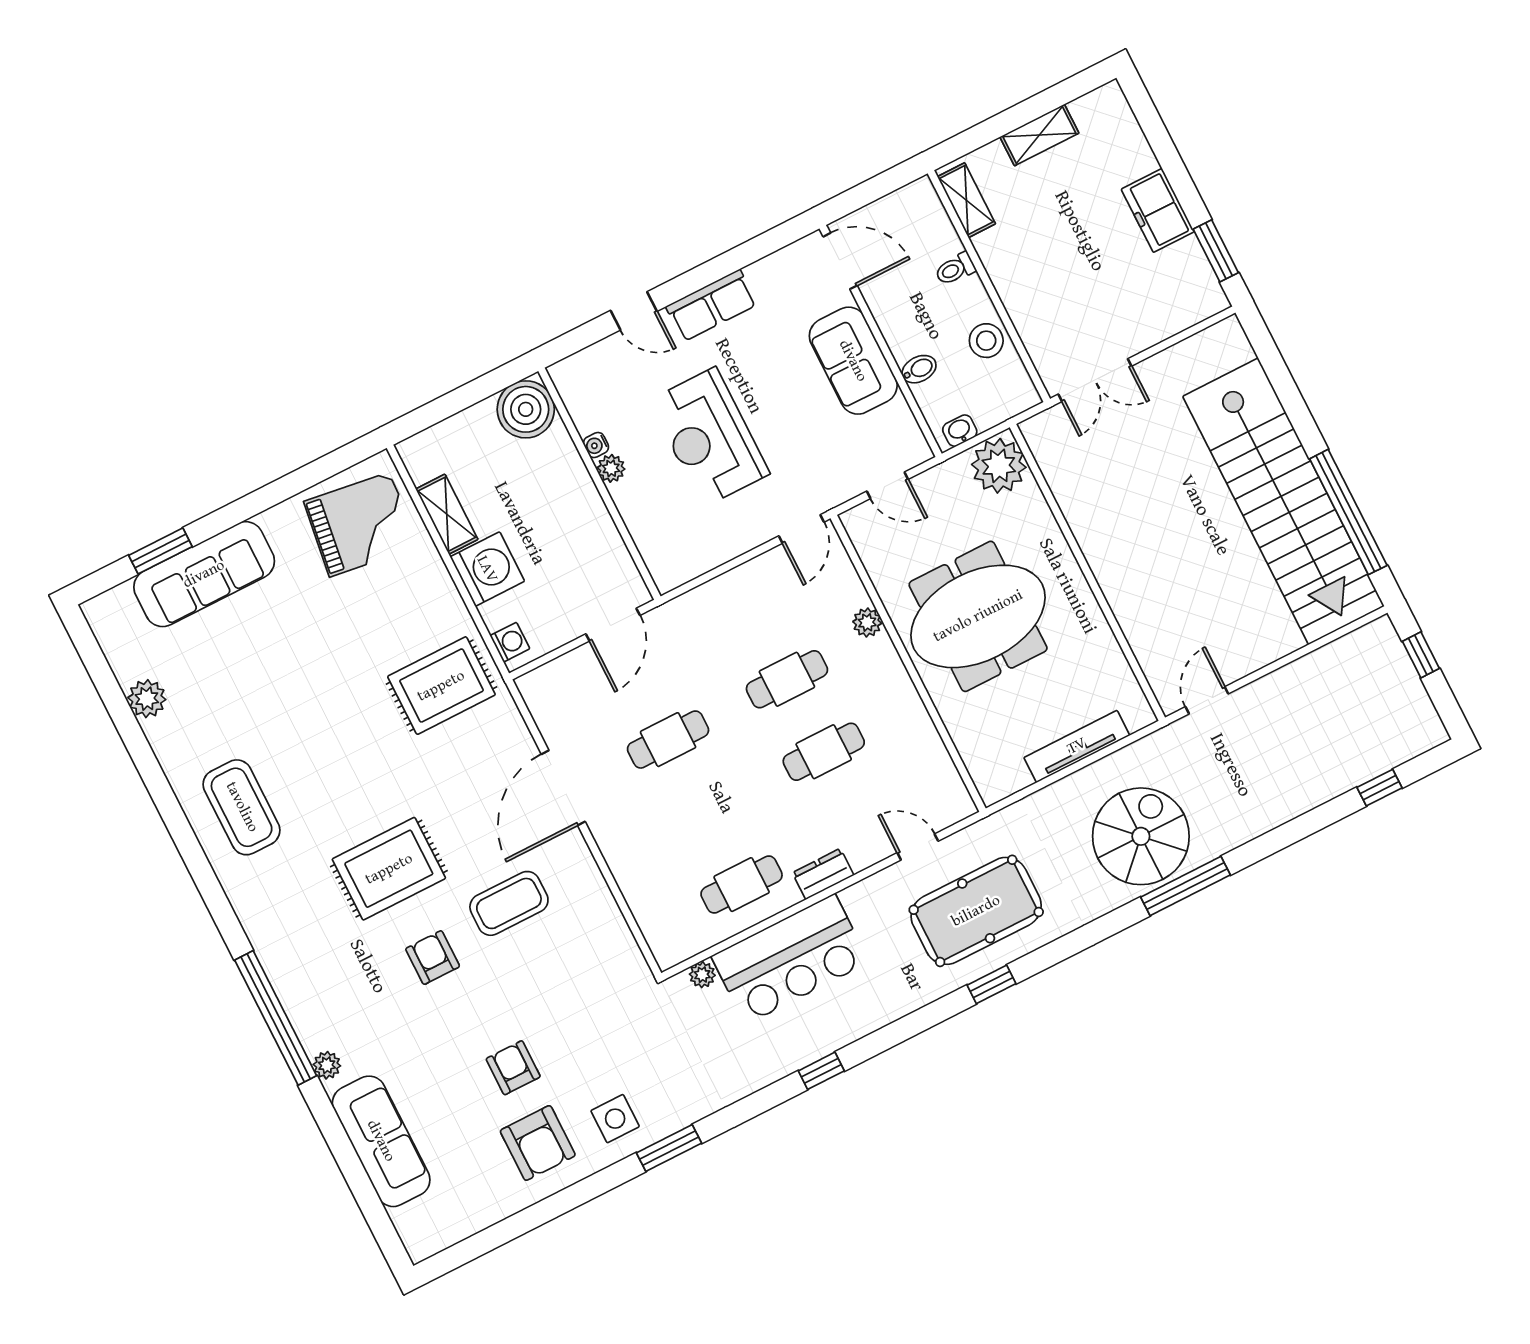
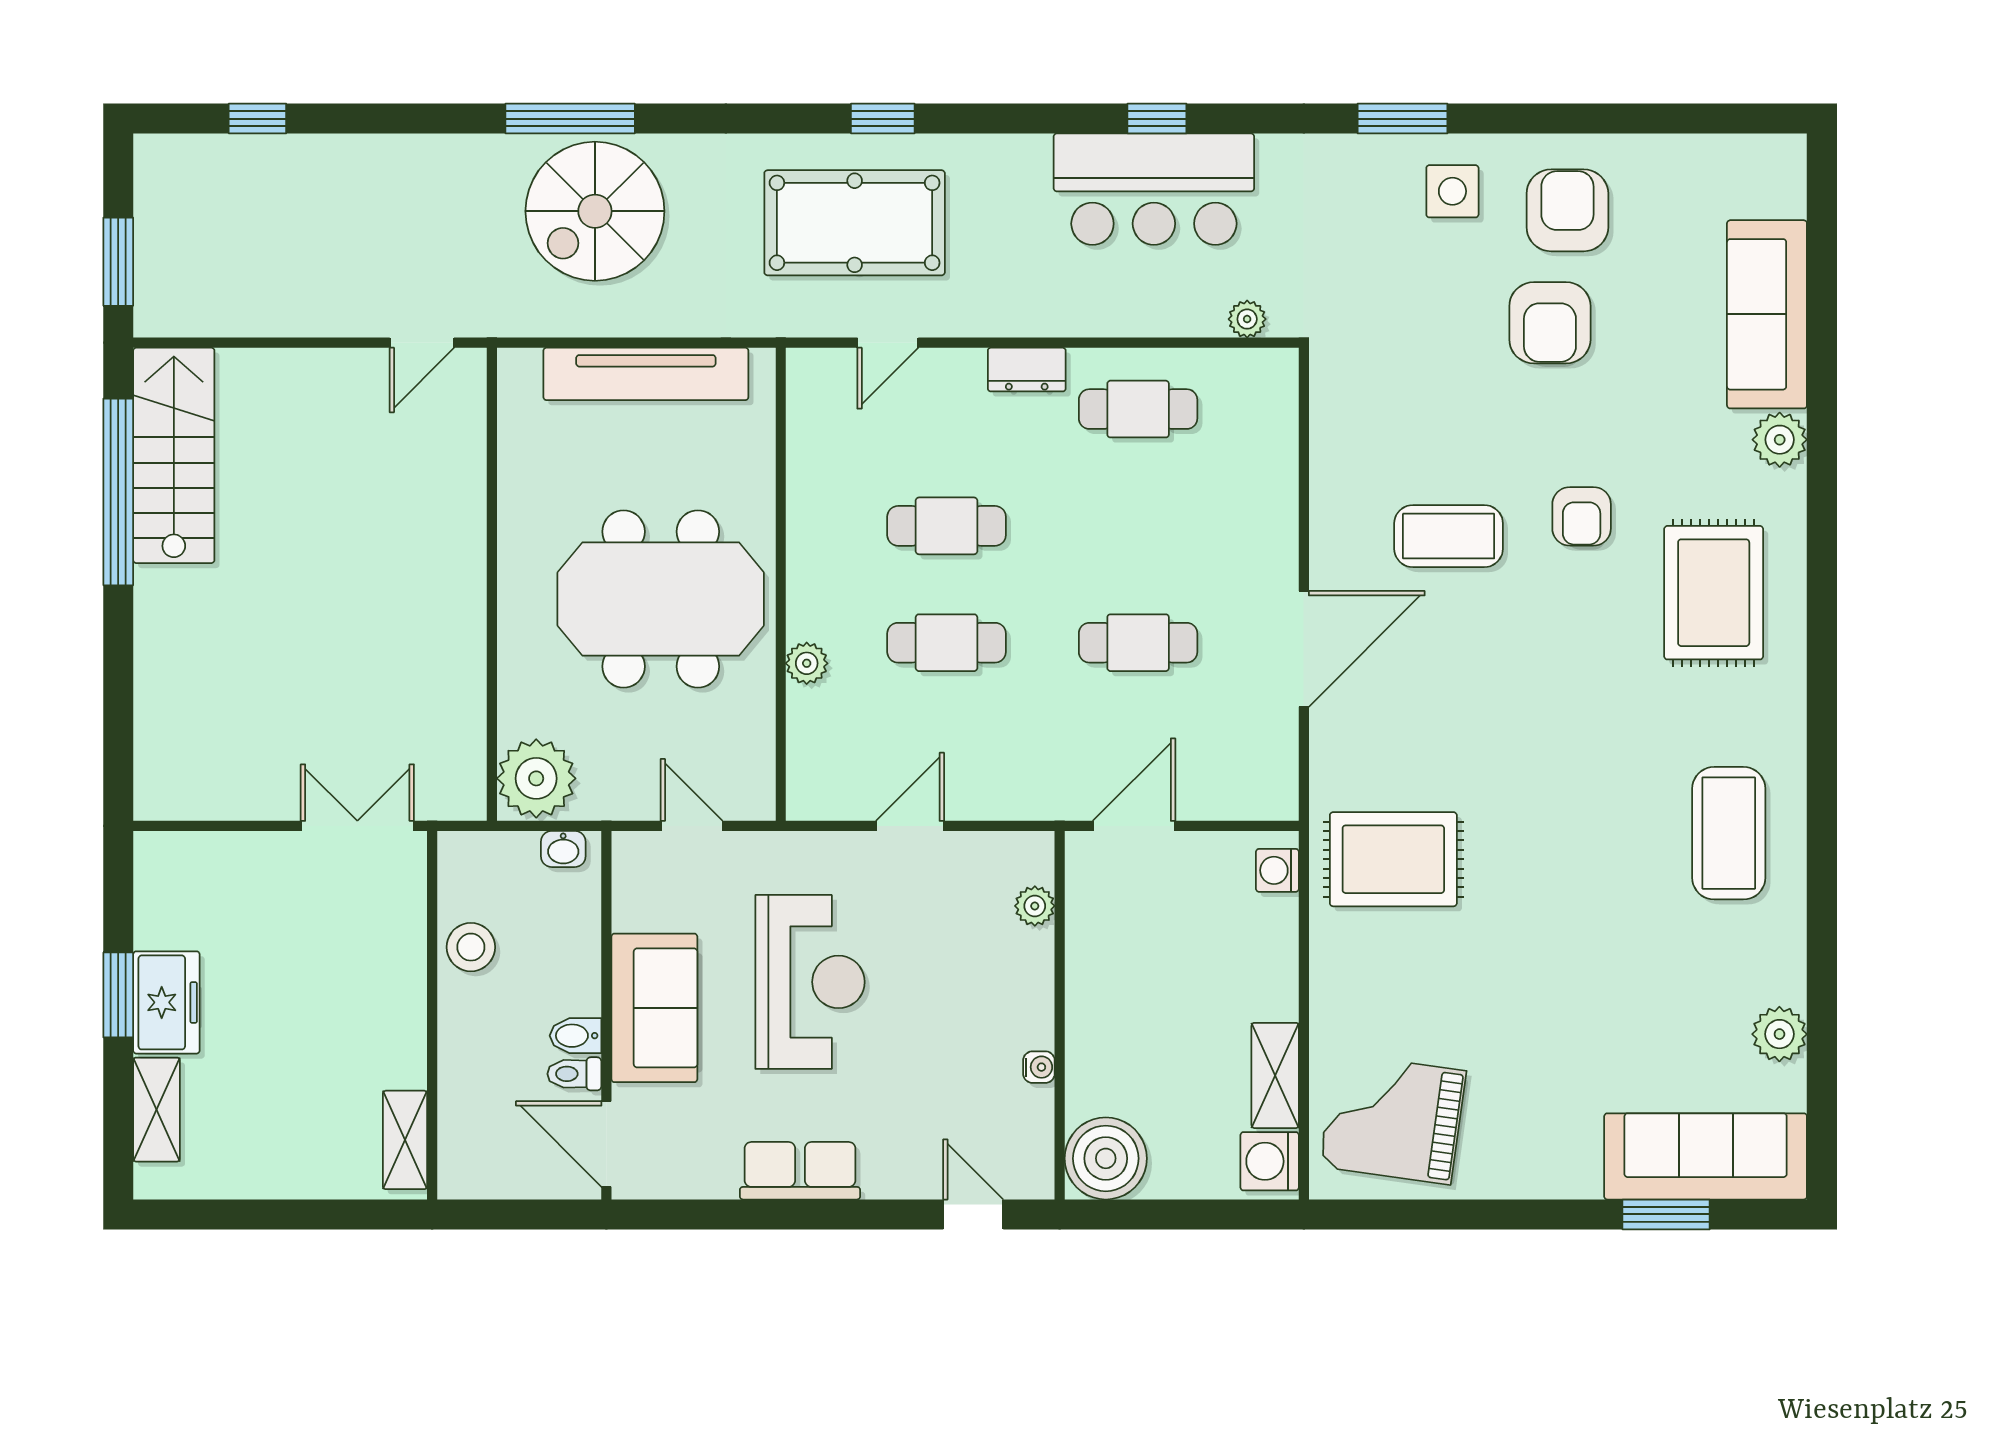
shelving: (1039, 135) -> (157, 1110), moved, turned 90
window: (1216, 251) -> (118, 995), moved
toilet: (955, 269) -> (574, 1074), moved, turned 180
door: (634, 311) -> (973, 1214), moved
bidet: (919, 369) -> (576, 1036), moved
reception desk: (709, 437) -> (810, 982), moved
plant: (611, 468) -> (1035, 906), moved
stairs: (1283, 501) -> (174, 455), width x0.54, depth x0.66
door: (801, 529) -> (910, 826), moved
washing machine: (487, 569) -> (1270, 1161), moved, width x0.73, depth x0.73
sofa: (204, 574) -> (1706, 1156), moved
window: (1421, 655) -> (118, 262), width x1.50
tv unit: (1077, 746) -> (646, 374), width x1.36, depth x1.29
door: (918, 847) -> (888, 343), hinge flipped
rug: (389, 869) -> (1714, 593), moved, turned 90
bar counter: (790, 959) -> (1154, 189), moved, turned 180
window: (276, 1018) -> (1822, 541), removed
plant: (327, 1065) -> (1780, 440), width x1.38, depth x1.38
armchair: (513, 1068) -> (1550, 323), width x1.38, depth x1.38

